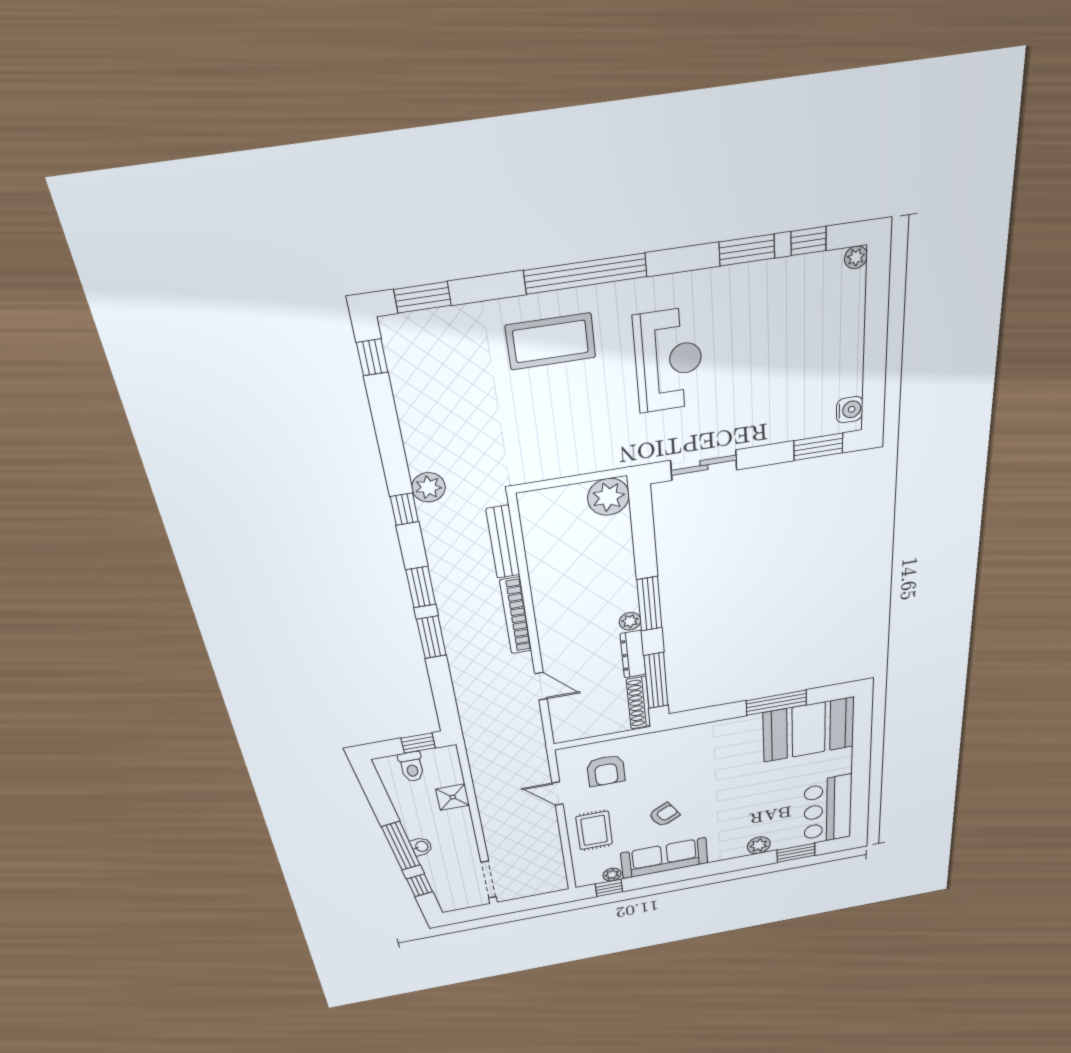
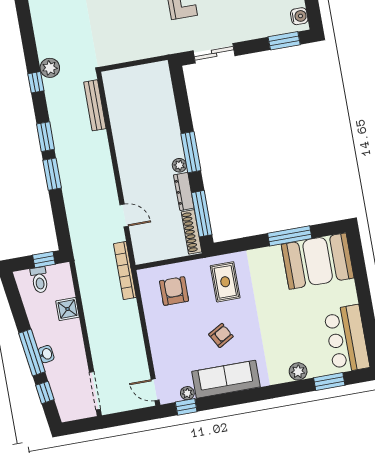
plant: (608, 497) -> (157, 75), removed
bookcase: (516, 616) -> (125, 271), moved
armchair: (606, 771) -> (174, 291), turned 180
door: (558, 794) -> (155, 390), moved
rug: (594, 830) -> (225, 282), moved

